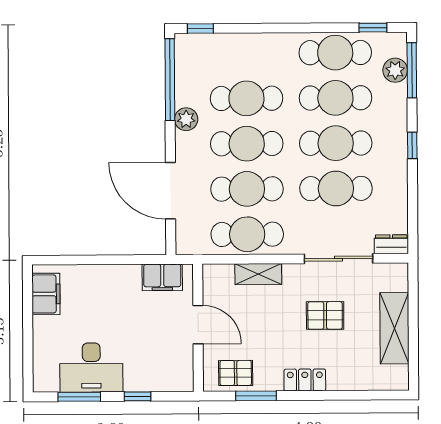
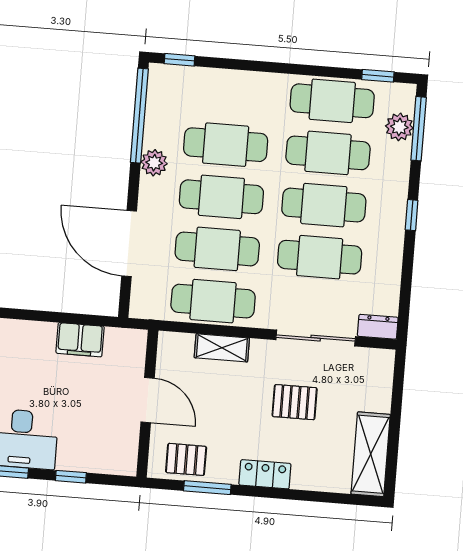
filing cabinet: (162, 277) -> (80, 340), moved
shelving: (394, 328) -> (371, 454), moved

